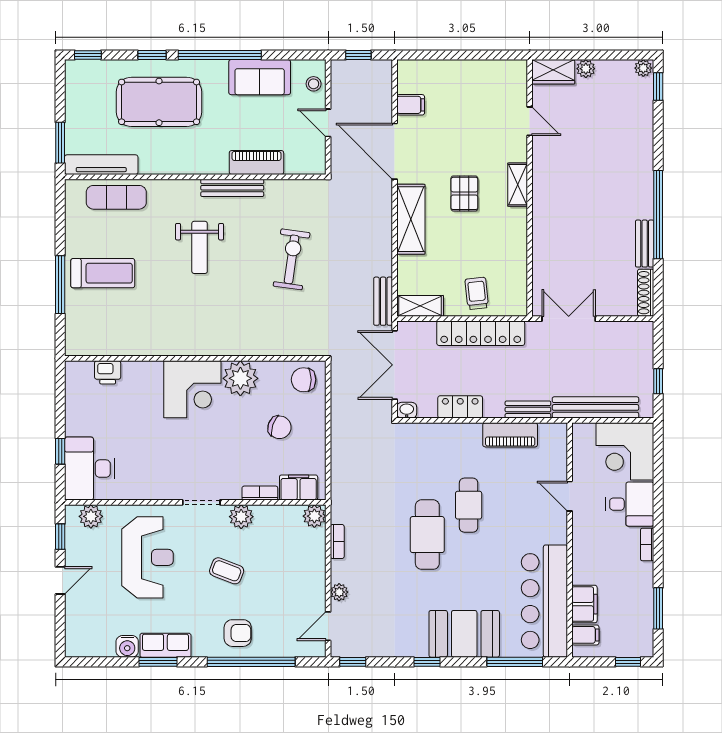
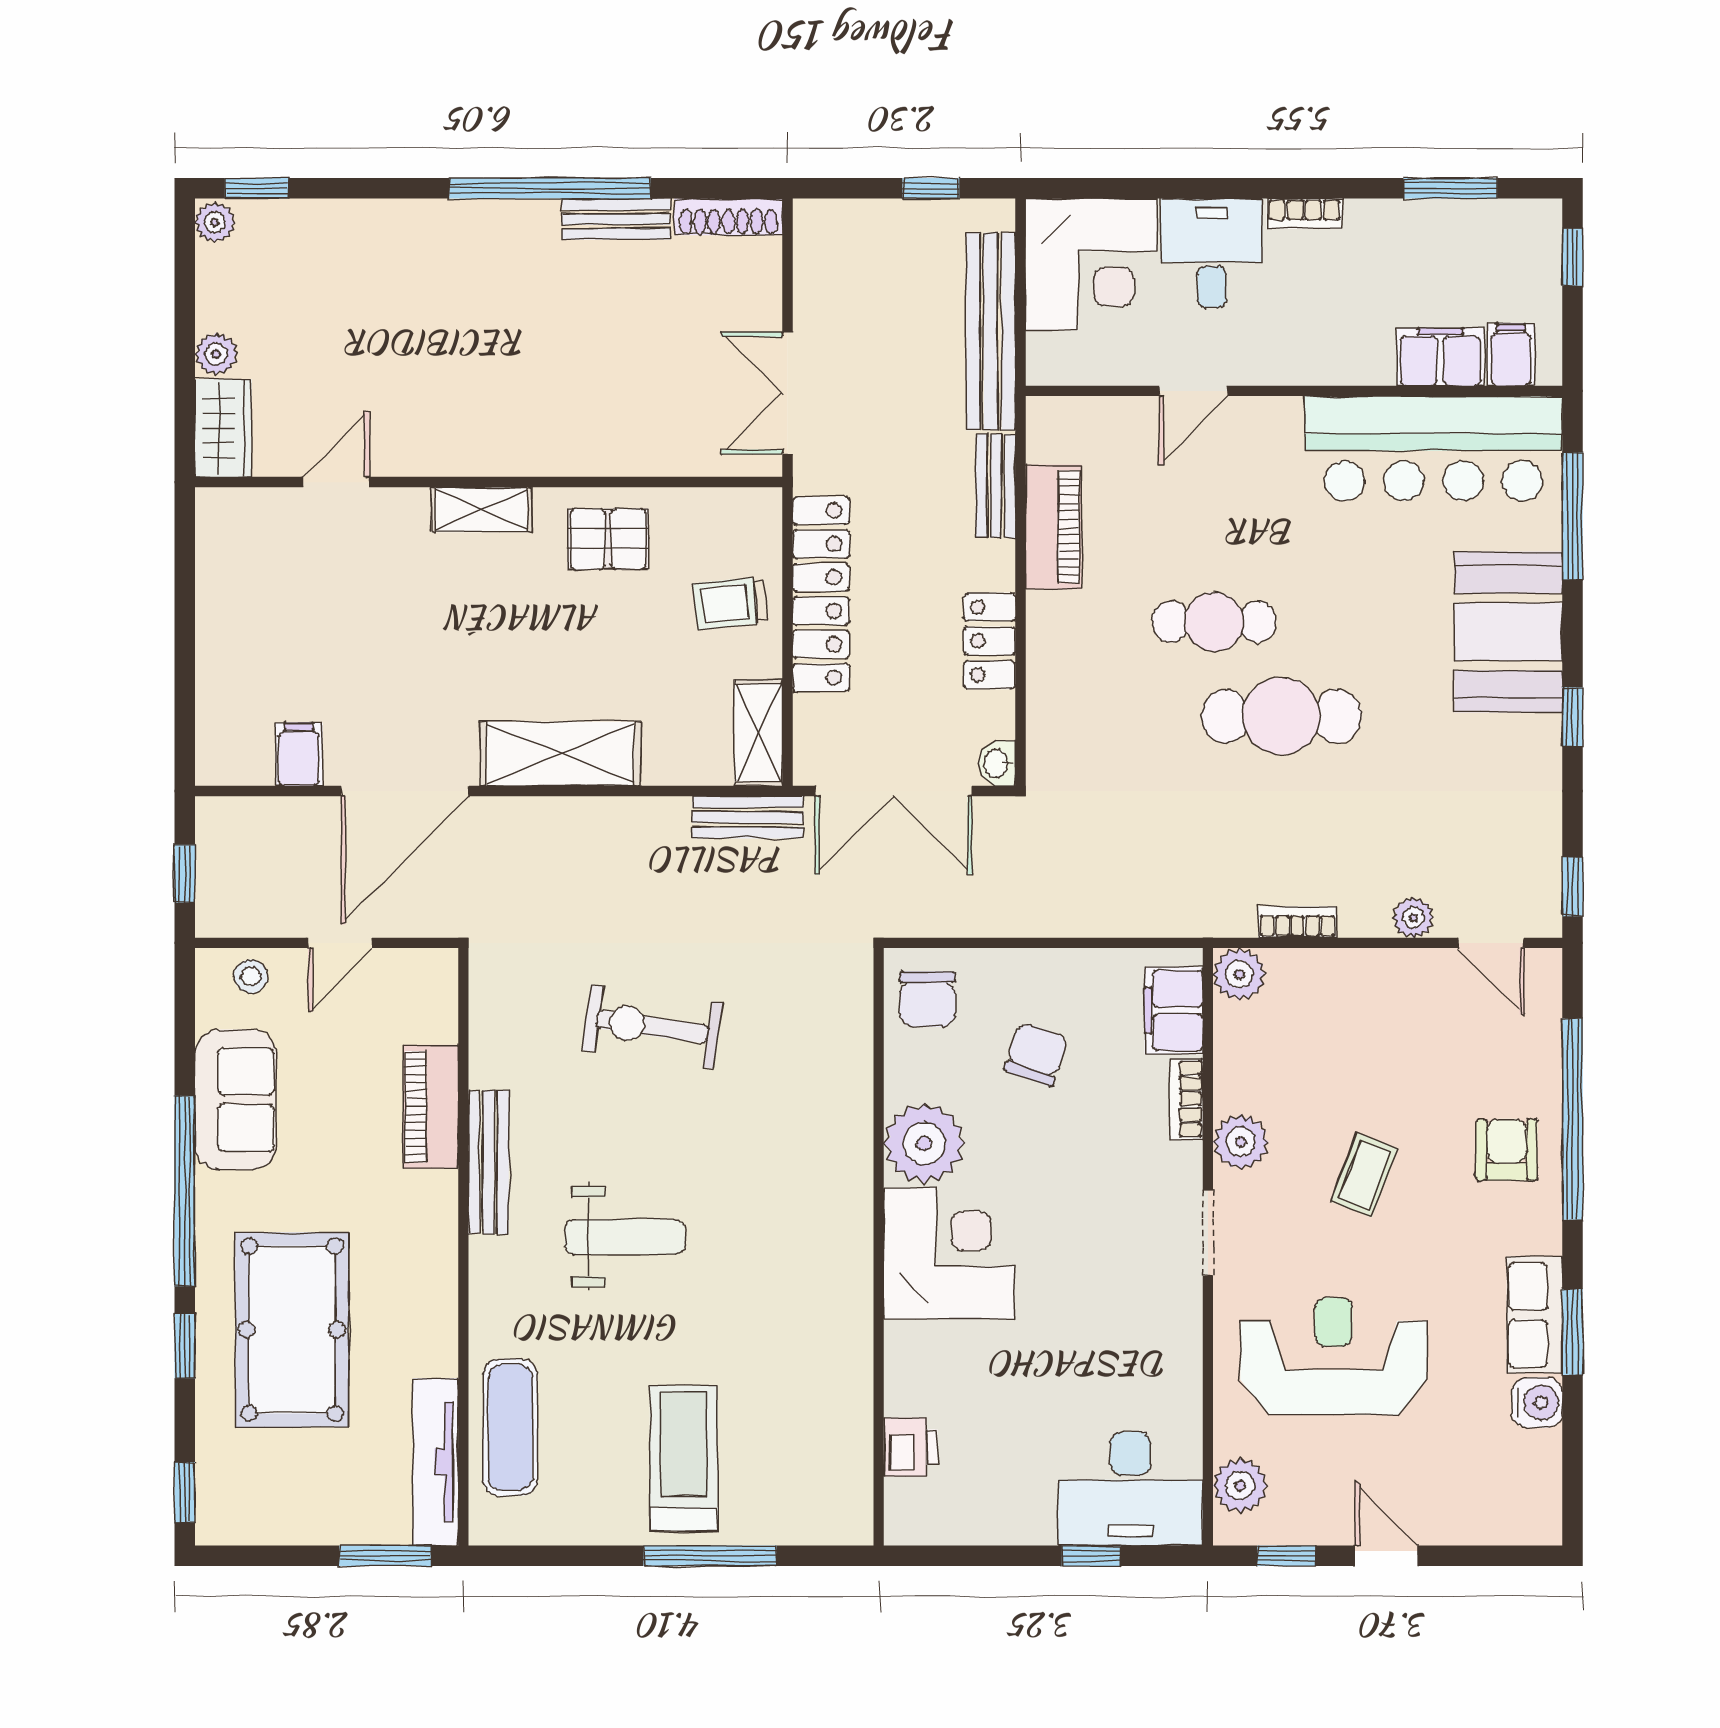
pallet: (464, 193) -> (608, 539), moved

